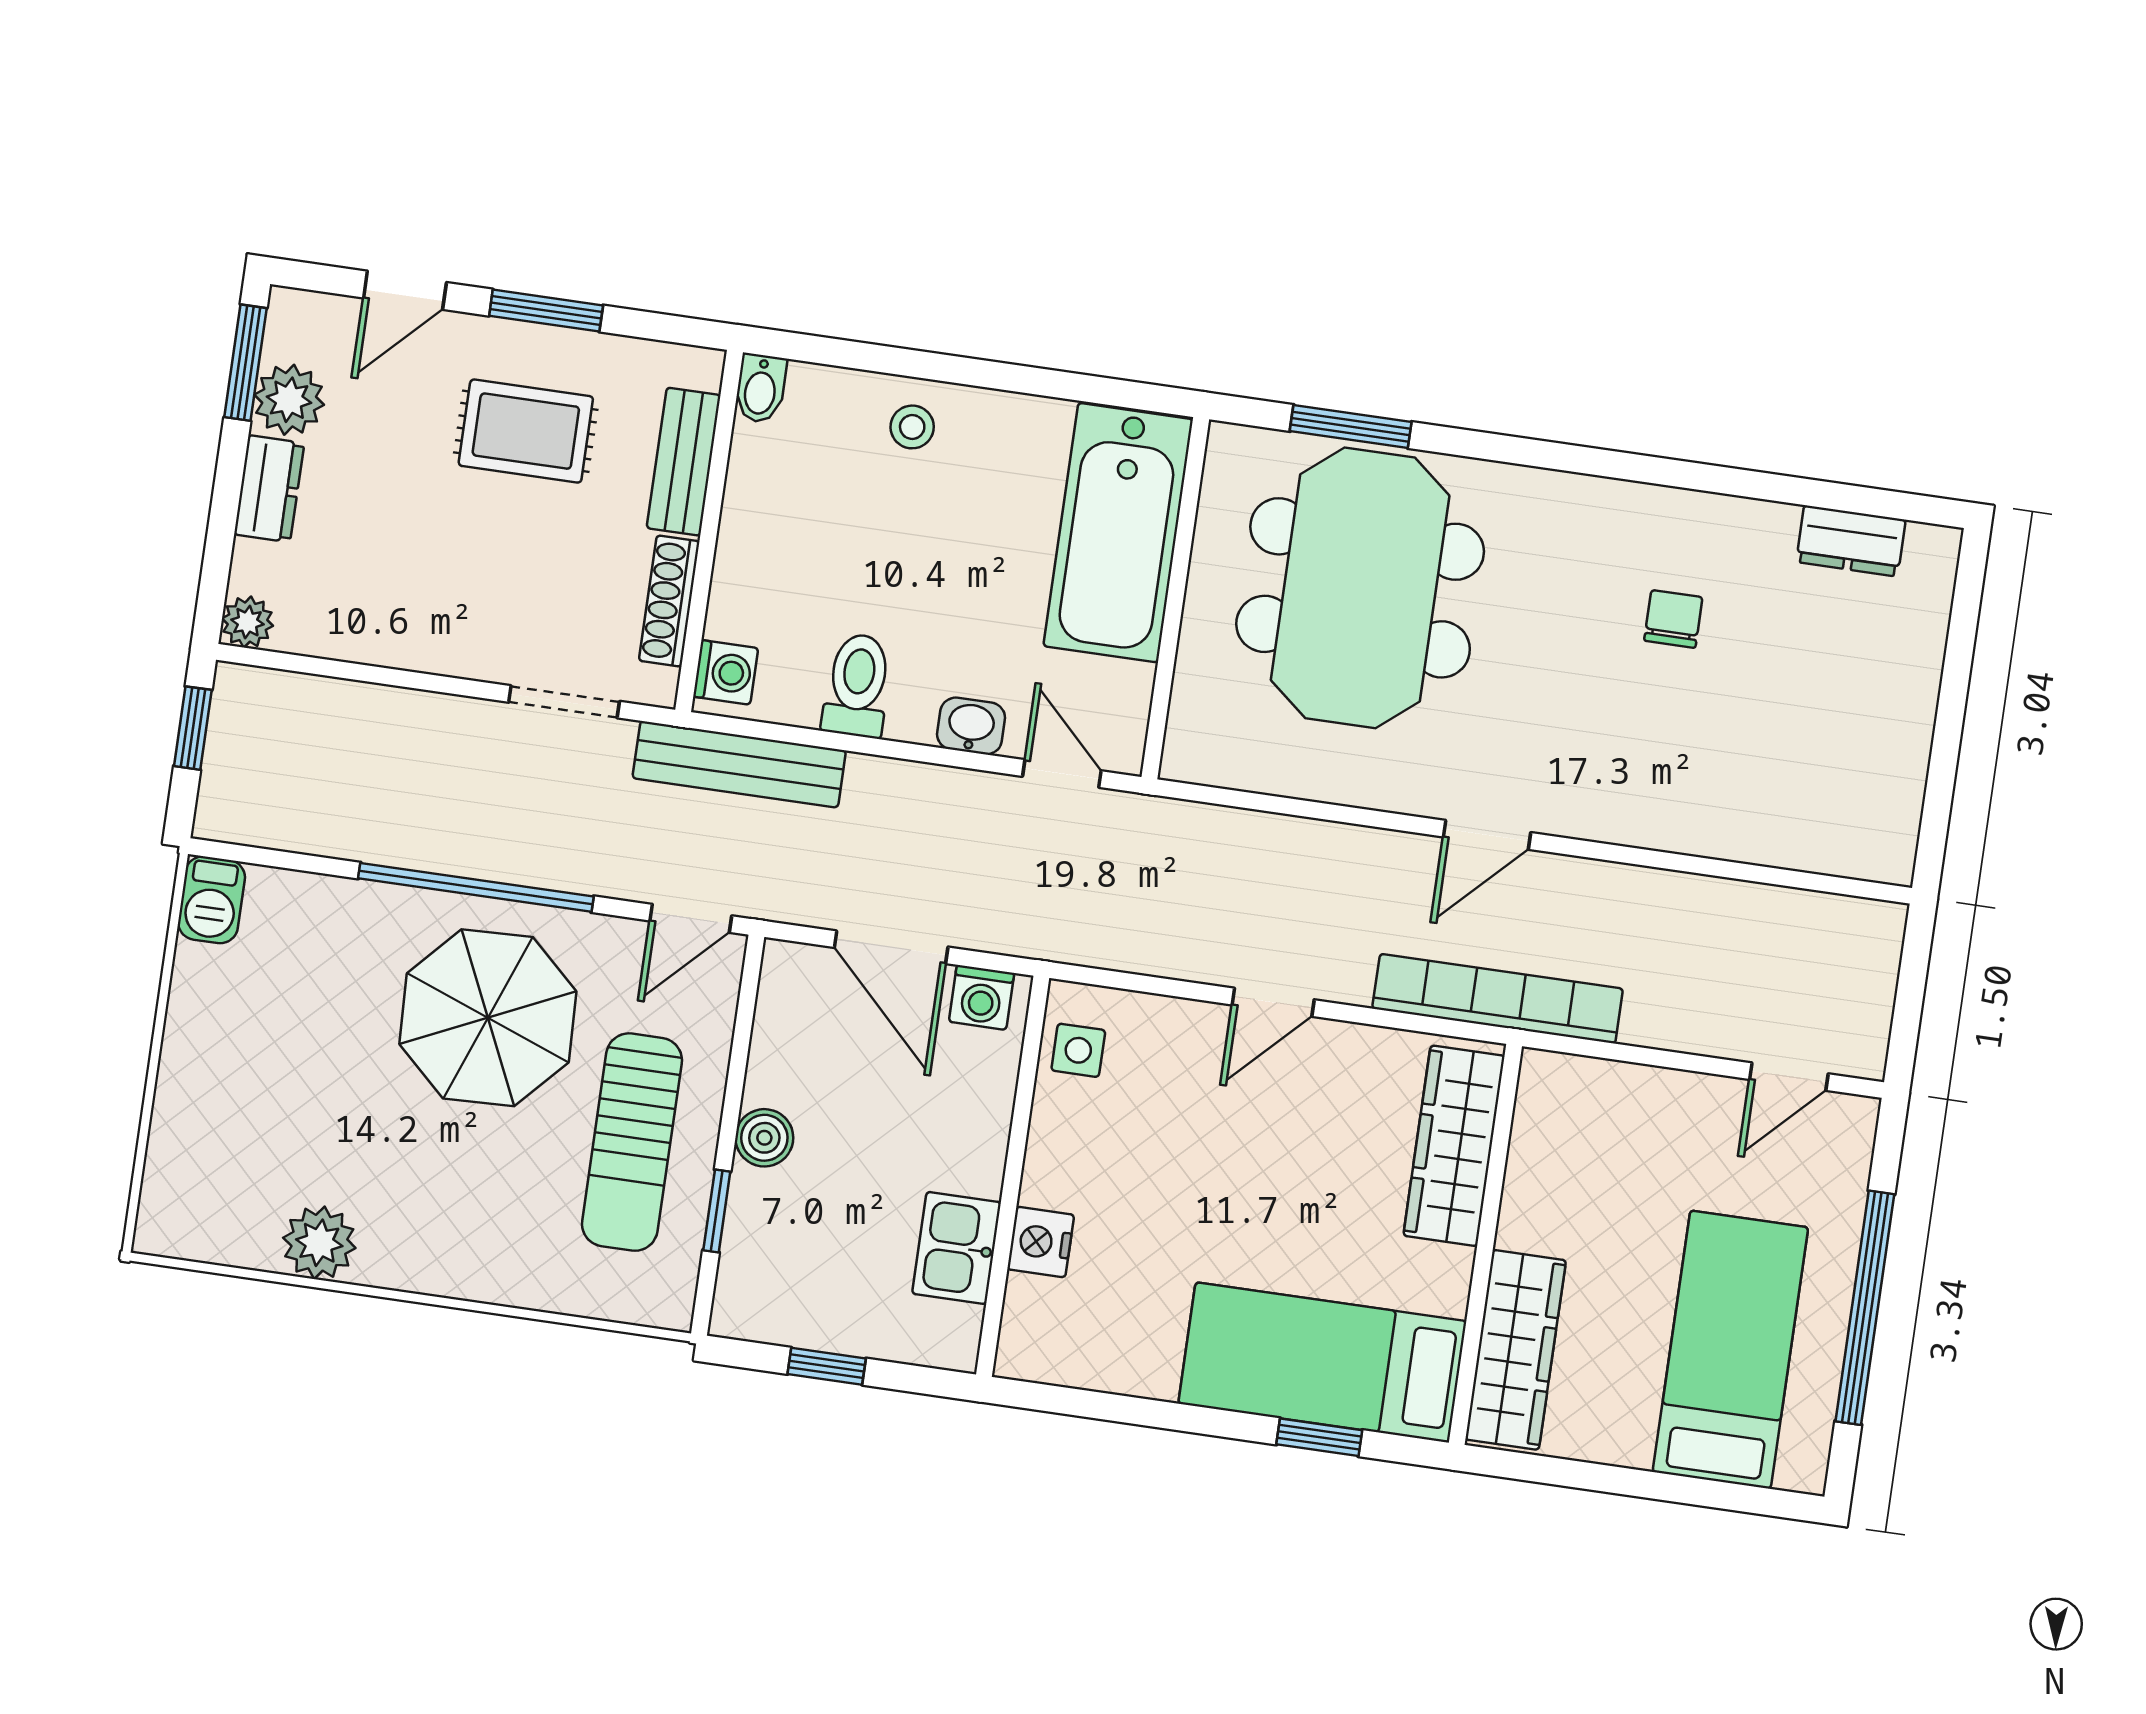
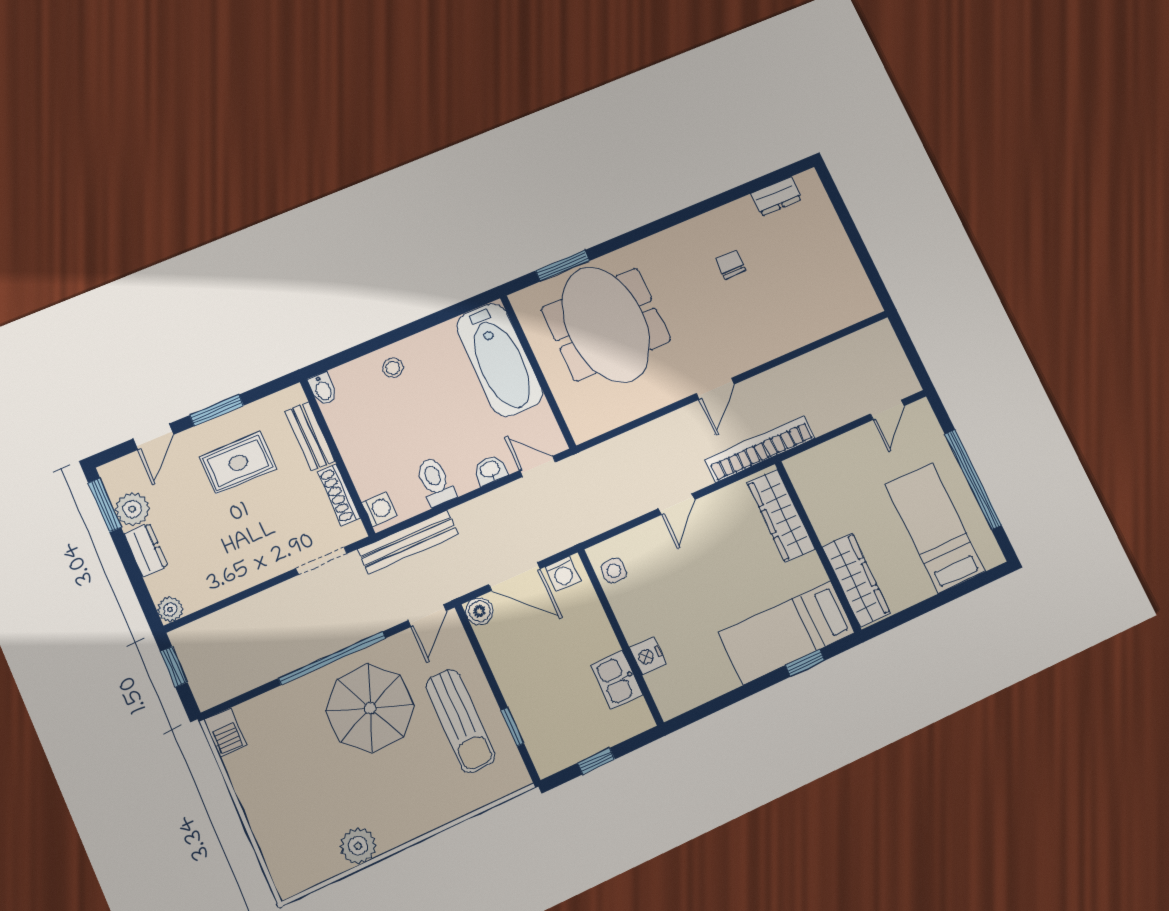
boiler: (764, 1138) -> (479, 611), moved

